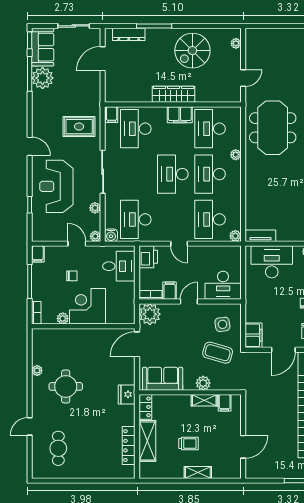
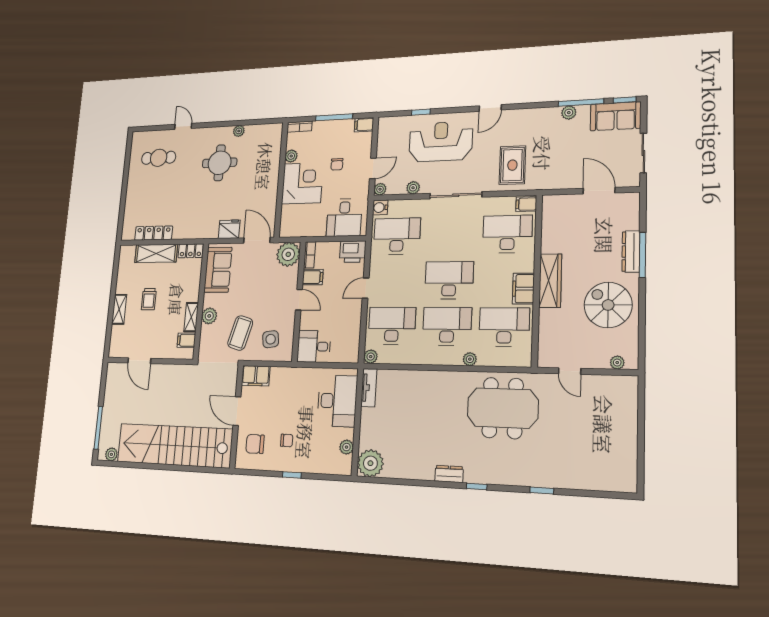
dresser: (129, 34) -> (631, 251), moved
plant: (43, 78) -> (569, 113), width x0.53, depth x0.53
desk: (223, 285) -> (314, 346), width x0.73
fridge: (127, 394) -> (229, 229), moved

